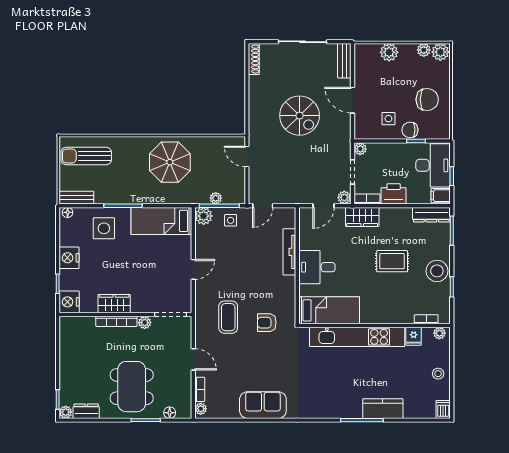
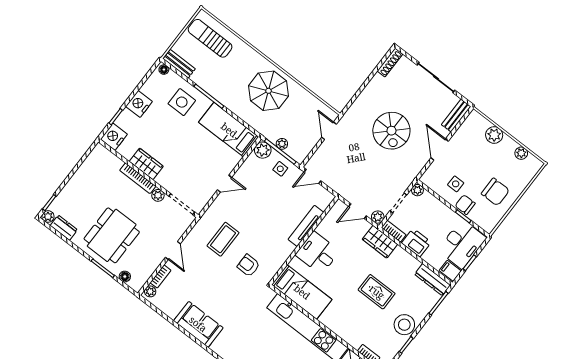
plant: (440, 52) -> (532, 164), removed

